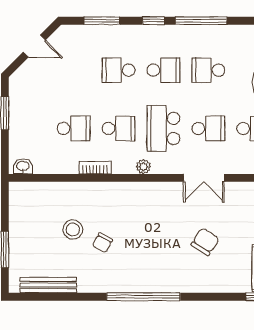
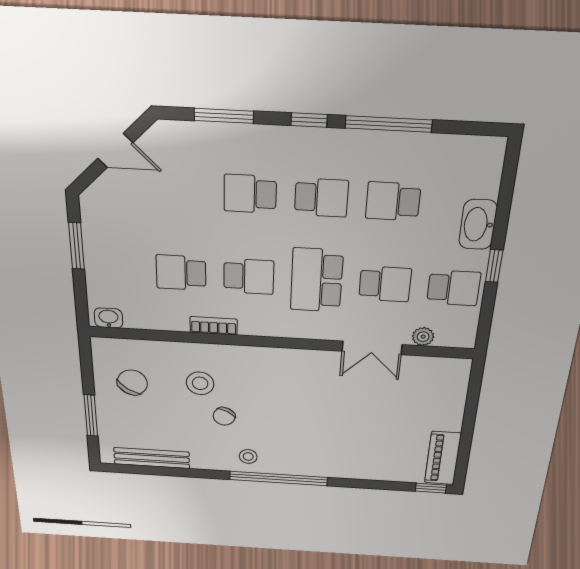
school desk: (74, 128) -> (181, 273), turned 180
plant: (143, 167) -> (423, 337), moved
stool: (73, 230) -> (200, 383), moved
chair: (205, 242) -> (132, 382), moved
stool: (120, 278) -> (248, 456), added

